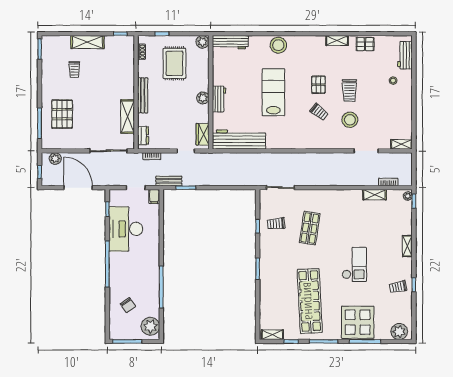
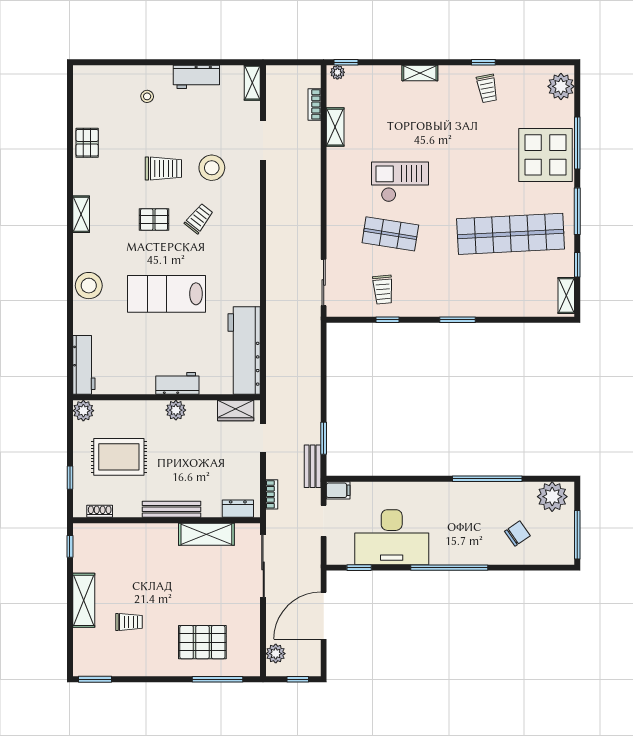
shelving: (337, 40) -> (81, 214), moved
workbench: (405, 55) -> (196, 77), moved
checkout: (354, 264) -> (400, 182), moved

